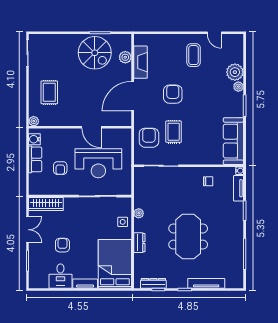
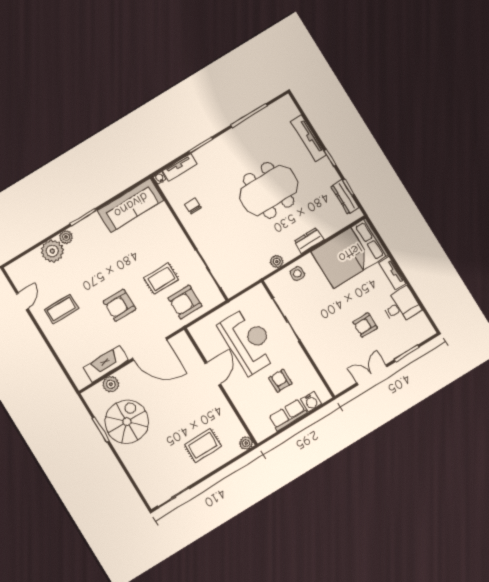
water cooler: (34, 139) -> (311, 402), moved
armchair: (60, 168) -> (280, 381), turned -90
wardrobe: (46, 204) -> (330, 372), removed

